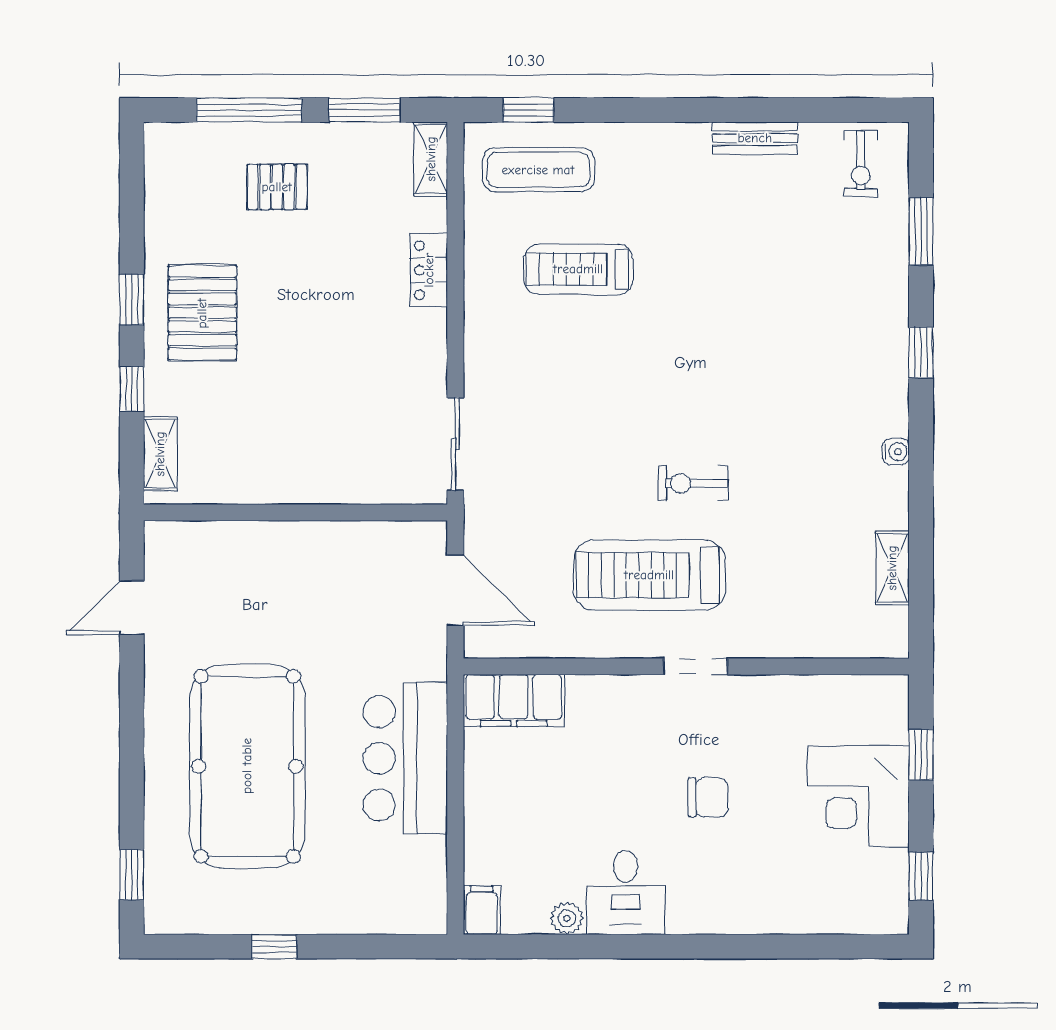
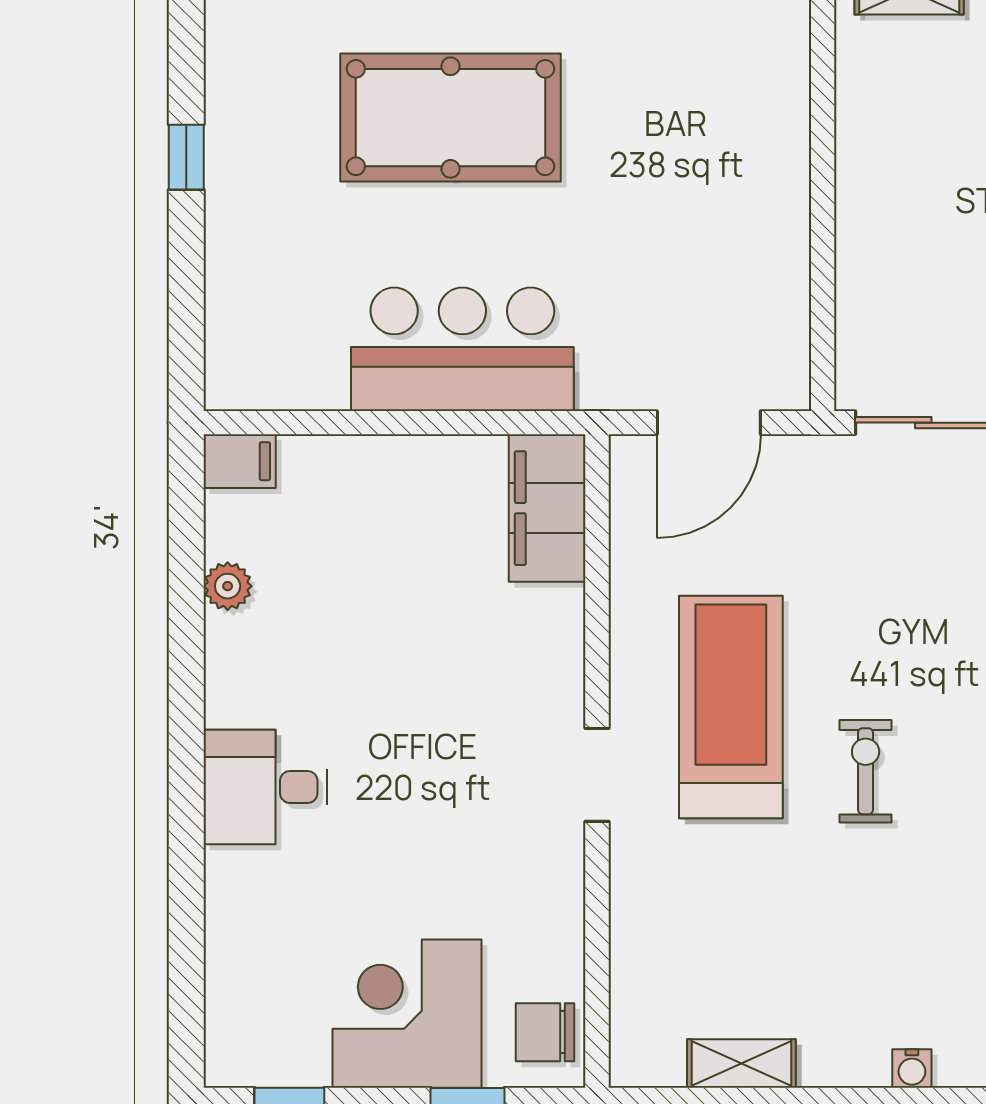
pool table: (247, 766) -> (451, 118), width x0.73, depth x0.76
chair: (708, 797) -> (545, 1032), moved, turned 90
desk: (625, 893) -> (265, 787), moved

